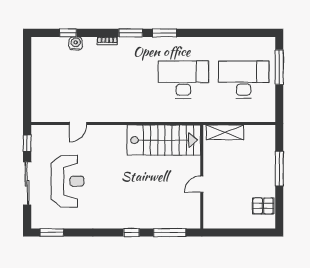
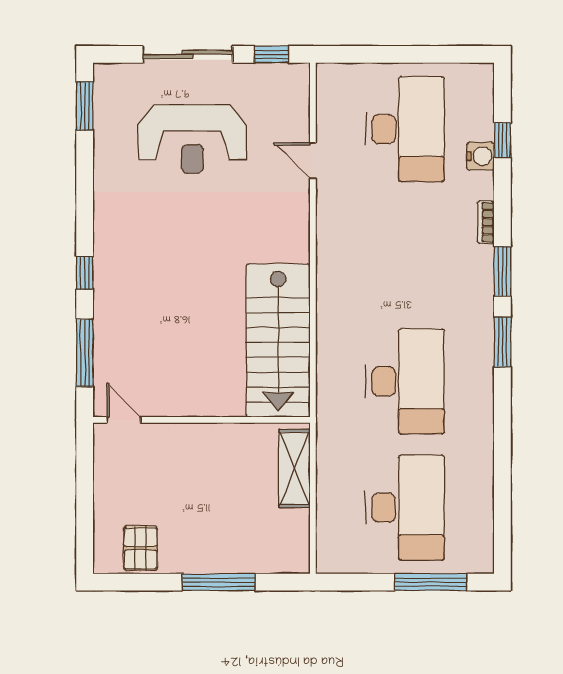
desk: (63, 80) -> (405, 129), added
door: (202, 184) -> (124, 420), moved

